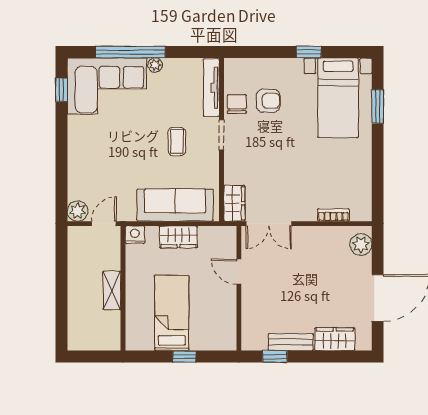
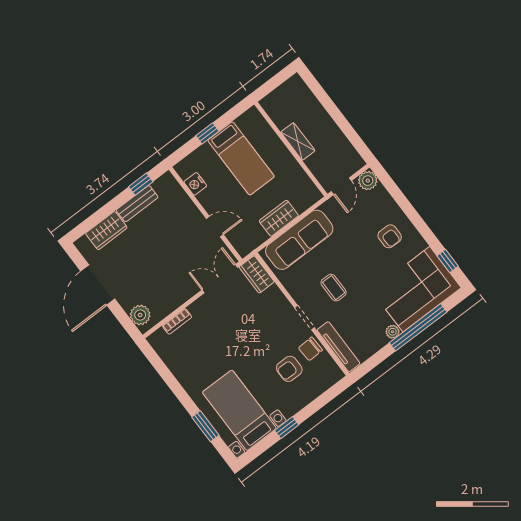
chair: (237, 104) -> (310, 349), turned 88
armchair: (95, 149) -> (390, 236), added
nightstand: (135, 235) -> (195, 184), moved, turned 90

